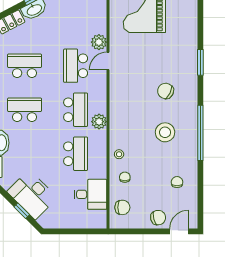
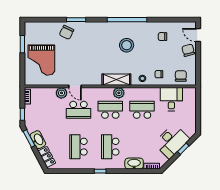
chair: (166, 91) -> (66, 32), moved
shelving: (117, 118) -> (116, 80), added

